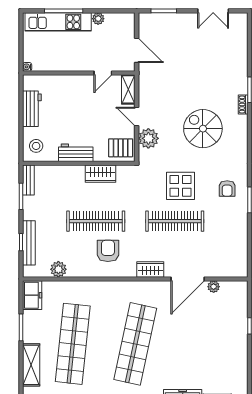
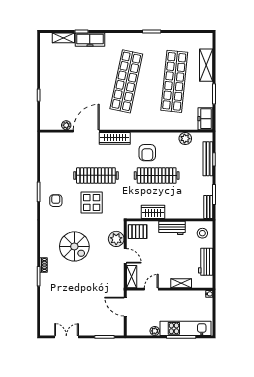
shelving: (64, 81) -> (181, 283), added
wardrobe: (150, 270) -> (115, 138), width x1.50

